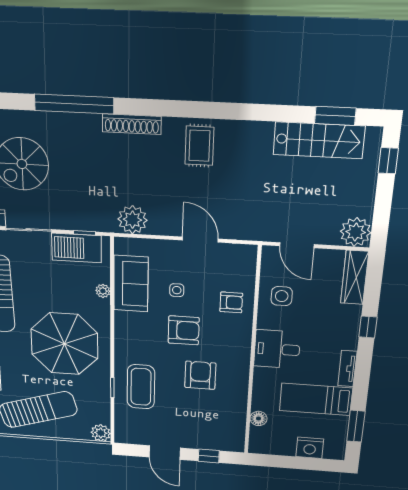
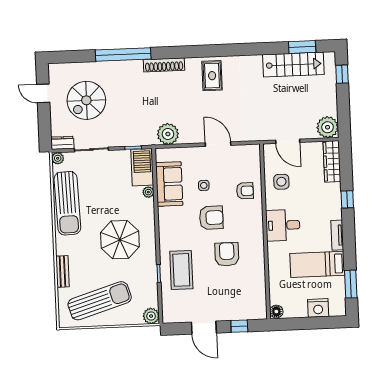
barbecue: (77, 248) -> (142, 167), moved, turned 90
parasol: (64, 344) -> (120, 240), width x0.73, depth x0.73
floor lamp: (258, 419) -> (276, 312), moved

